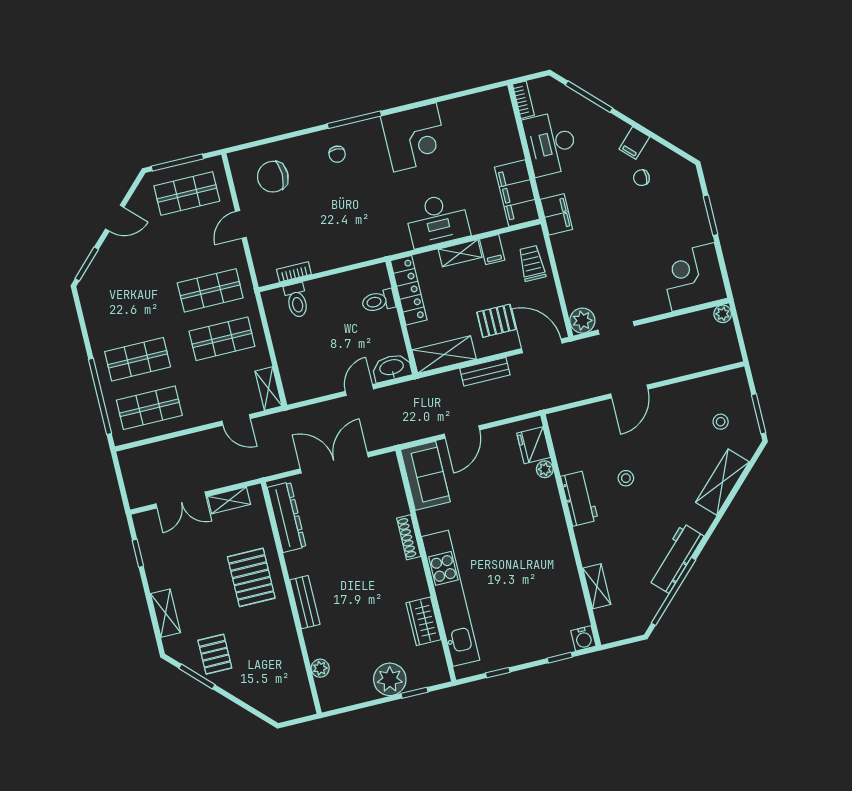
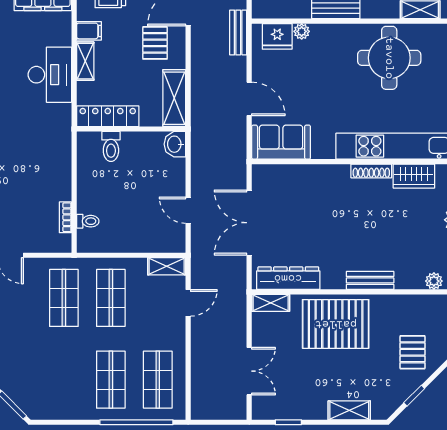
toilet: (297, 300) -> (88, 221), width x0.73, depth x0.72
washbasin: (392, 368) -> (175, 144), width x0.72
bench: (485, 372) -> (238, 33), moved
door: (359, 390) -> (188, 210), moved
shelving: (229, 500) -> (271, 303), moved, turned 90
shoe rack: (409, 537) -> (371, 171), moved
round table: (539, 566) -> (389, 58), added
pallet: (251, 577) -> (336, 324), width x1.37, depth x1.41
pallet: (215, 654) -> (413, 352), moved, turned 90
window: (197, 676) -> (414, 396), width x0.67

